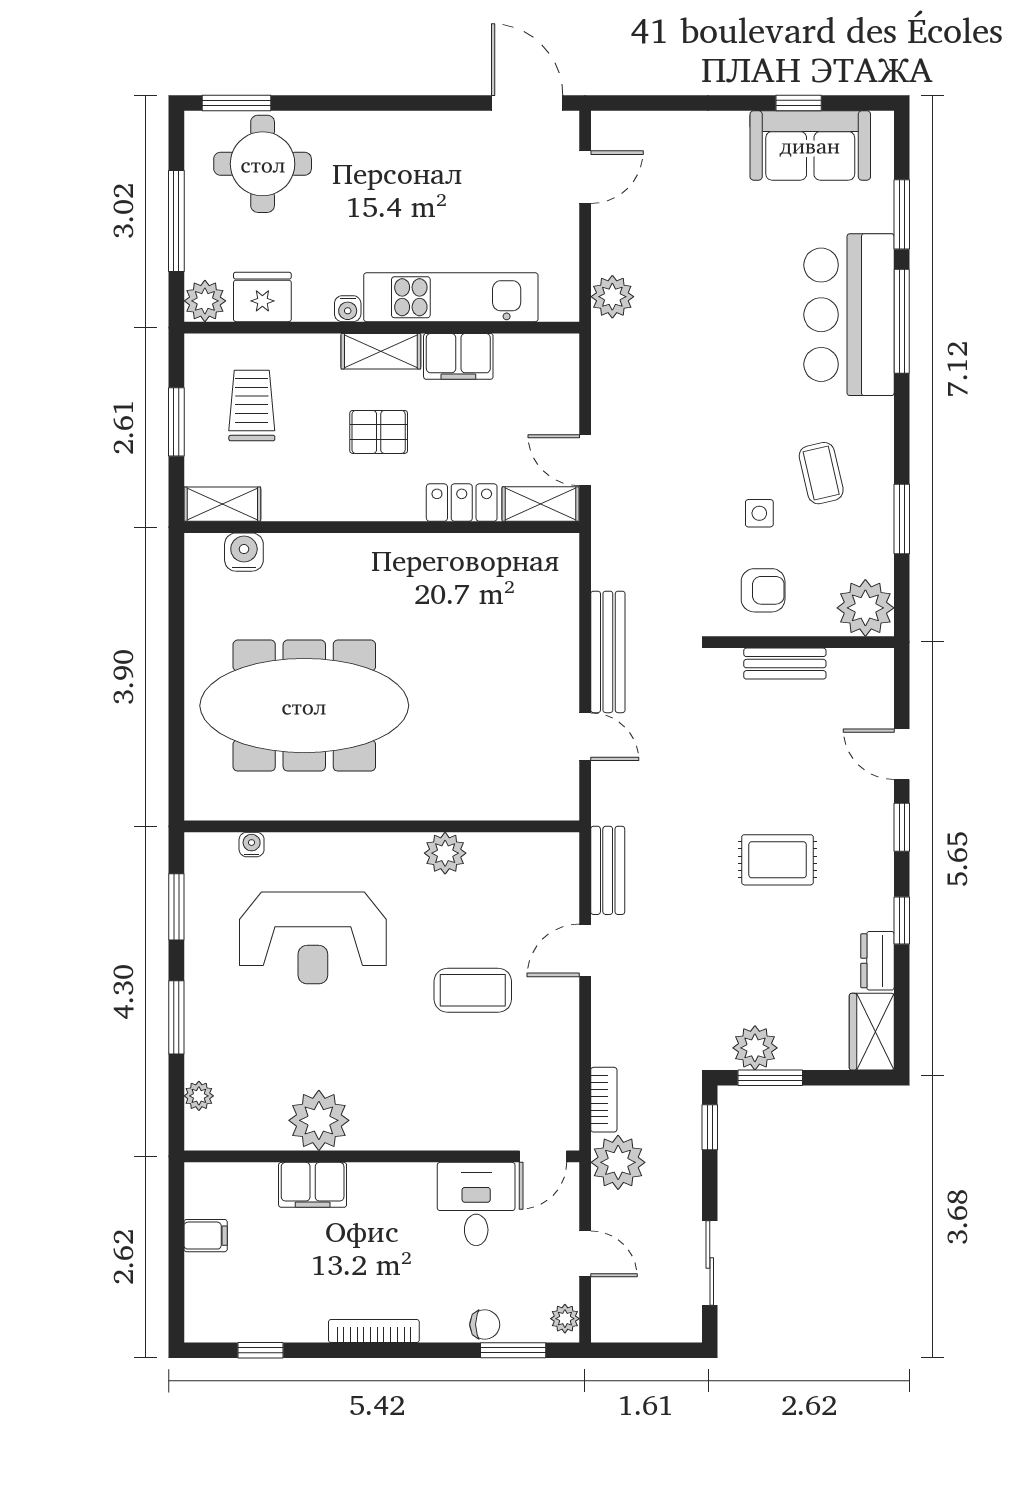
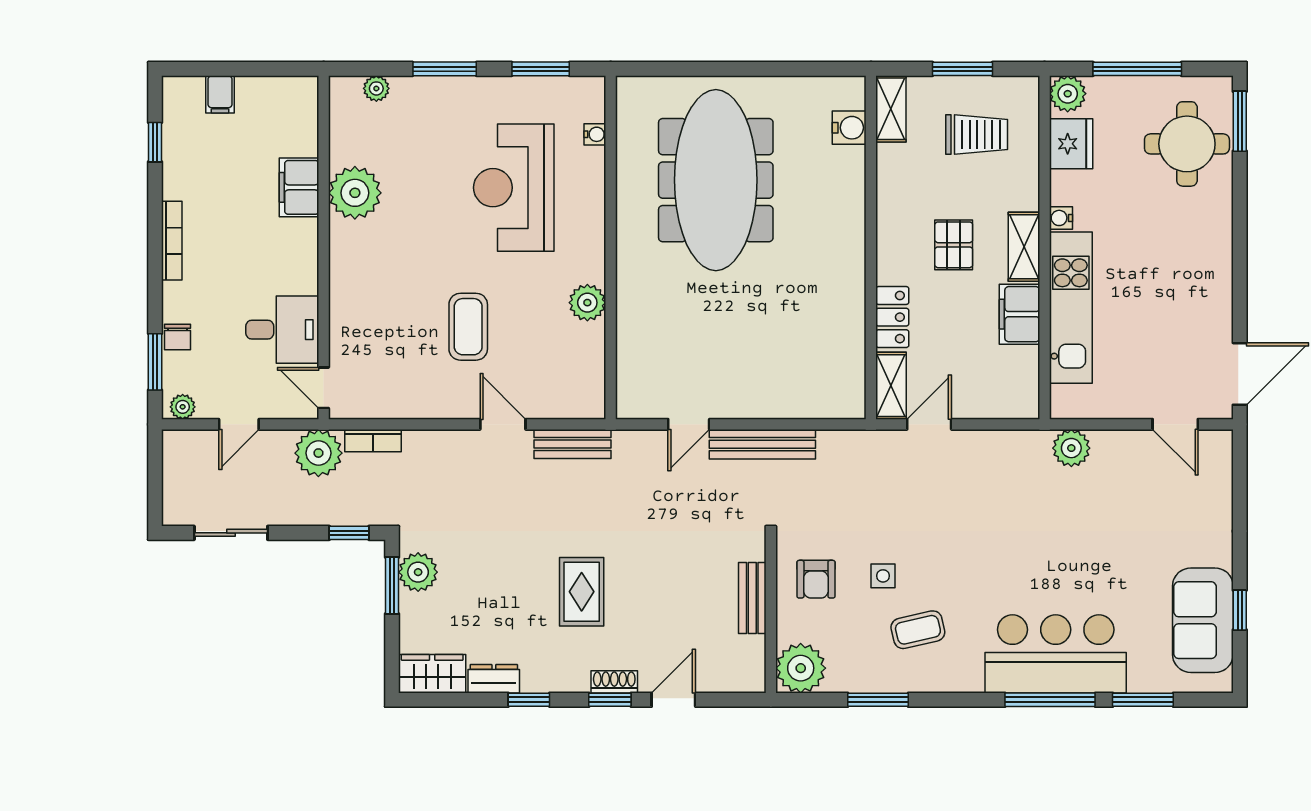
shoe rack: (881, 822) -> (614, 682), added
filing cabinet: (206, 1236) -> (220, 94), moved

